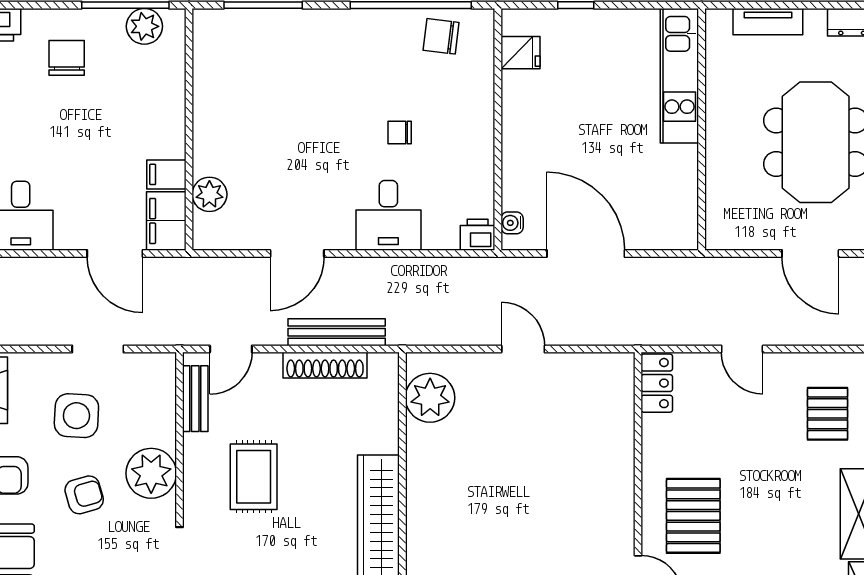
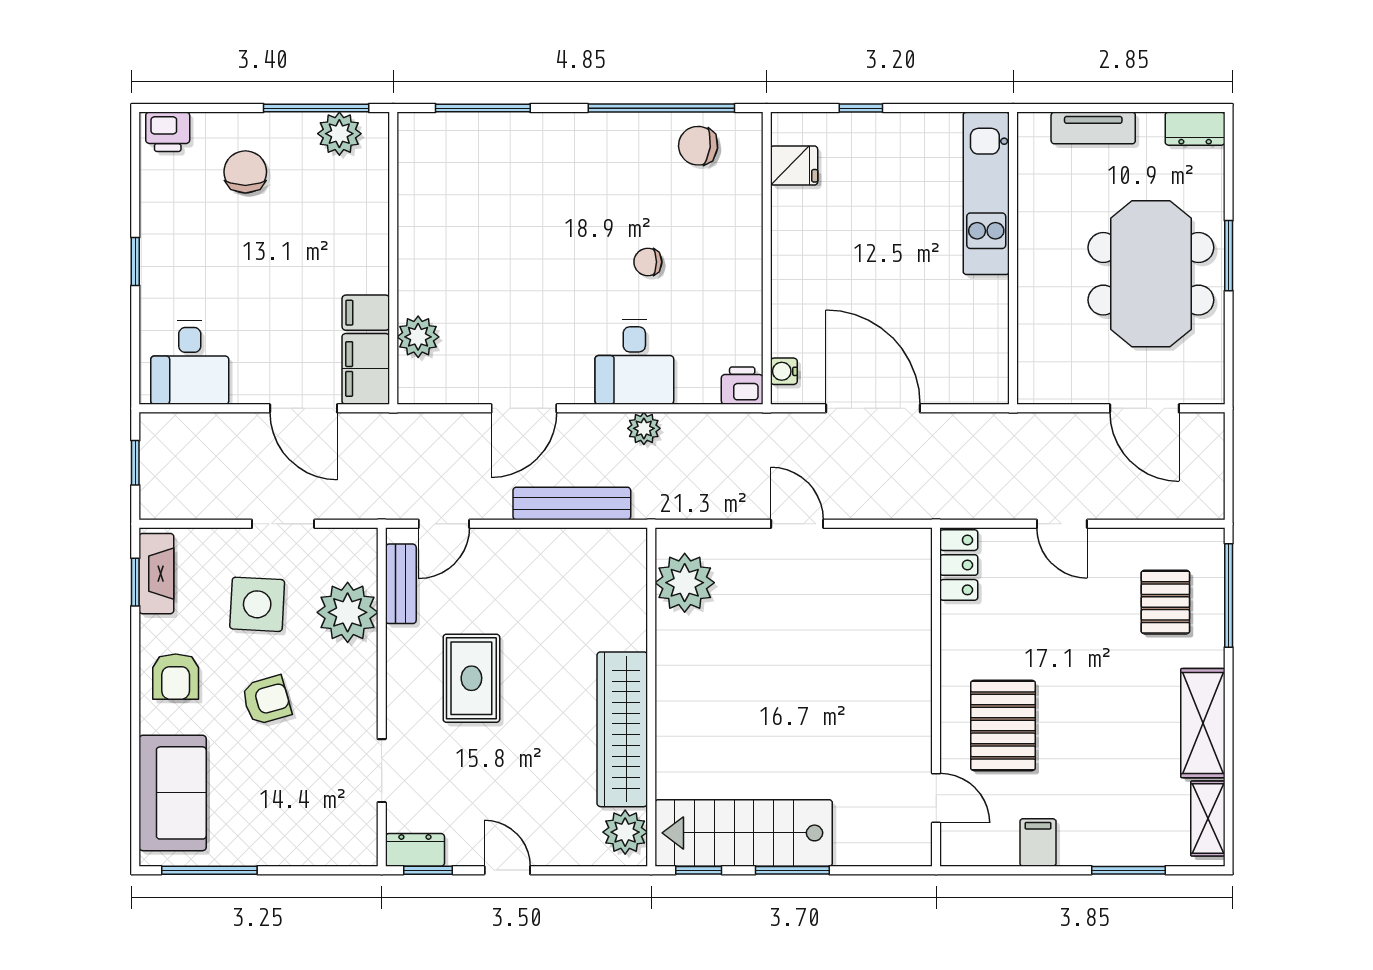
plant: (396, 270) -> (644, 428), added
shoe rack: (325, 365) -> (558, 543), removed
plant: (151, 473) -> (348, 612), moved

